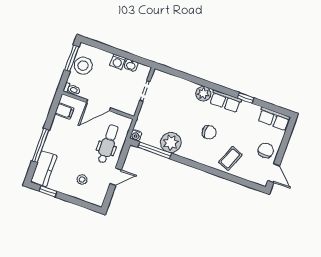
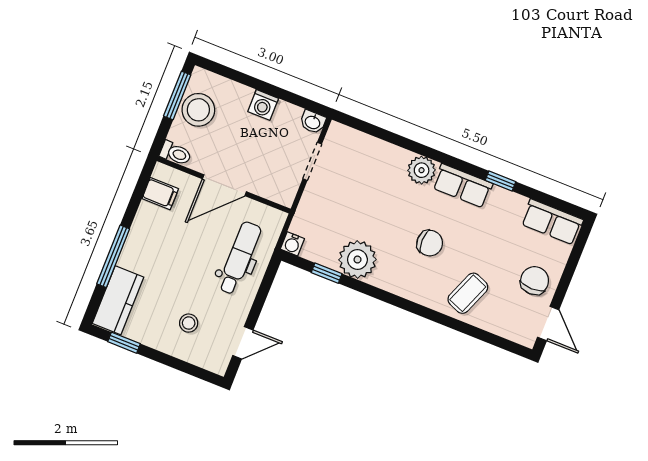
washbasin: (131, 65) -> (313, 122), moved
window: (155, 150) -> (327, 273), width x0.46
door: (116, 177) -> (243, 343), moved

